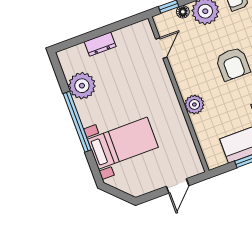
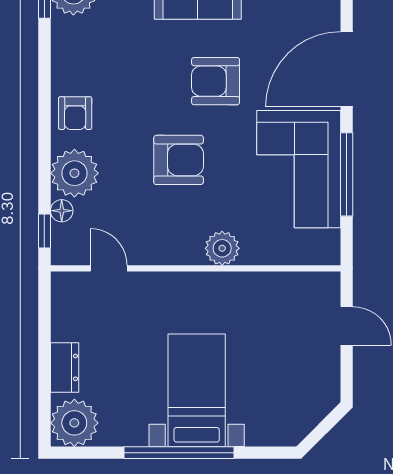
plant: (82, 86) -> (74, 423), moved
bed with nightstands: (123, 143) -> (197, 390), moved

